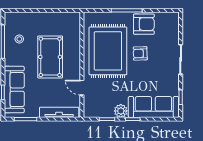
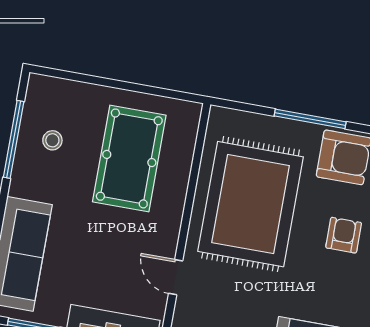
armchair: (140, 53) -> (344, 235), moved, turned 92
pool table: (50, 57) -> (129, 158), moved

